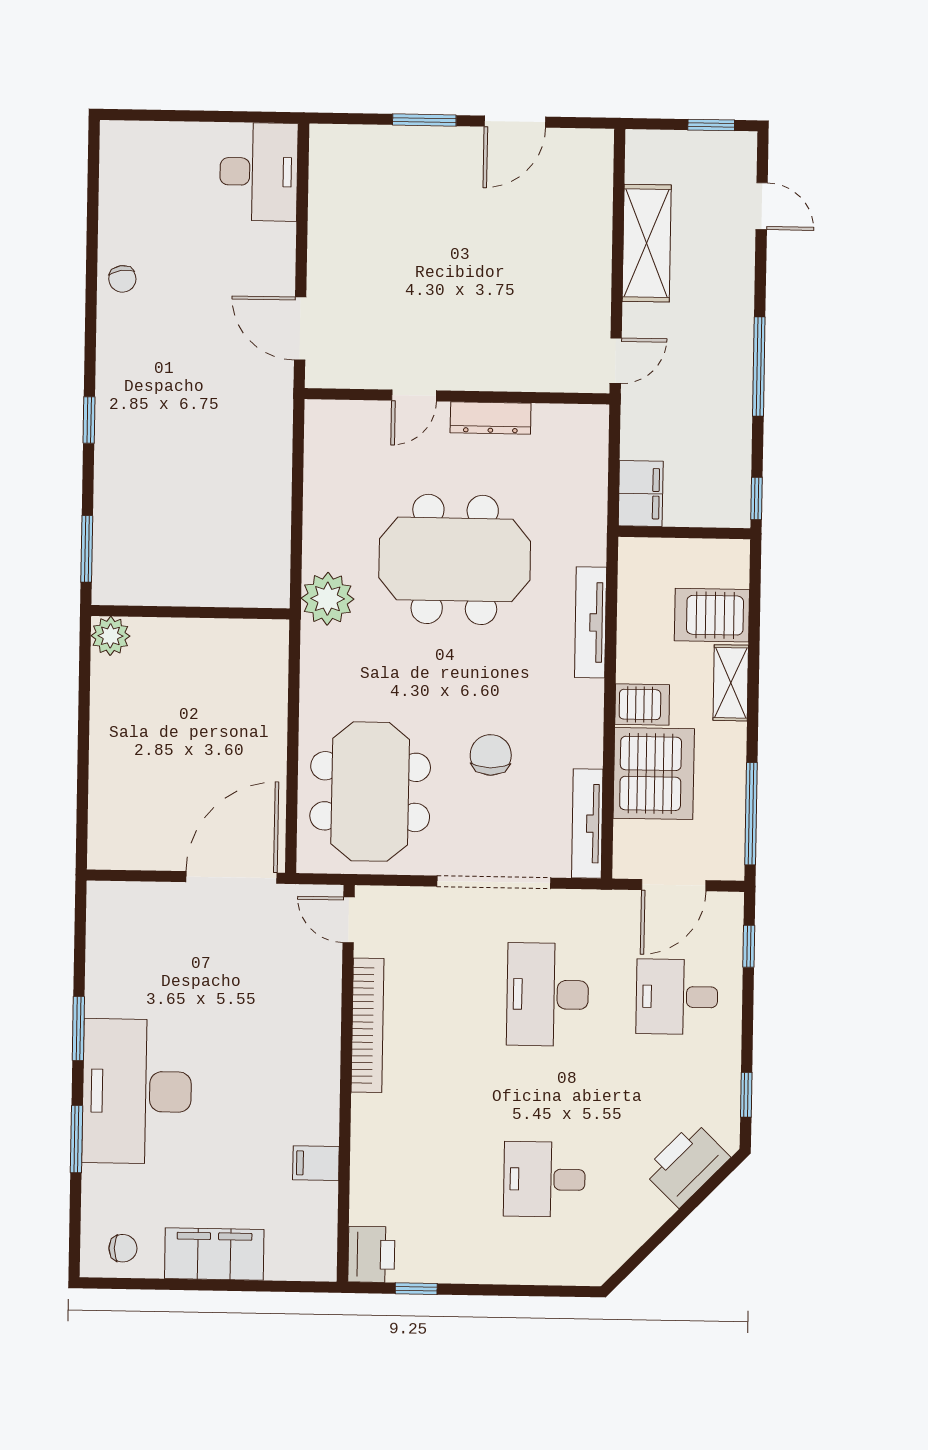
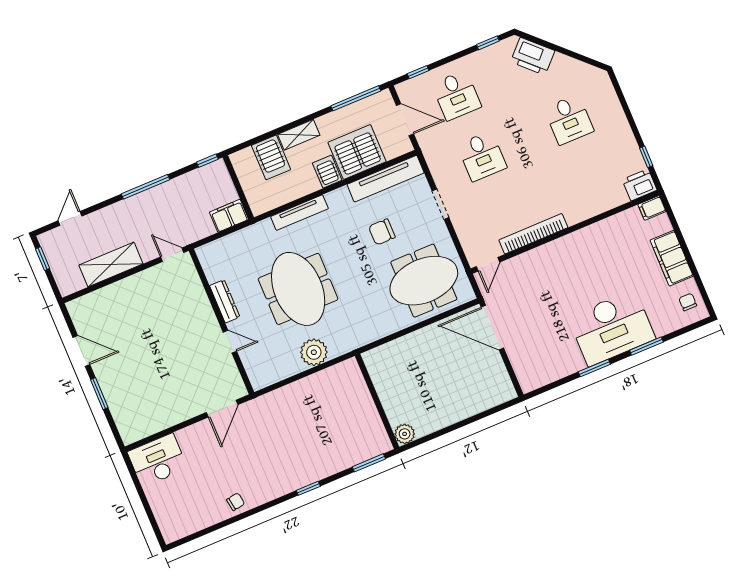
plant: (328, 599) -> (314, 352), moved
tv unit: (587, 824) -> (386, 179), width x1.36, depth x1.29
doorway: (494, 882) -> (441, 204), width x0.53
desk: (548, 994) -> (482, 156), width x0.73
filing cabinet: (316, 1163) -> (652, 208), moved, turned 90

